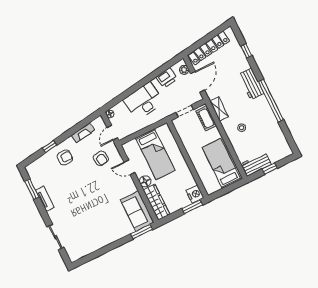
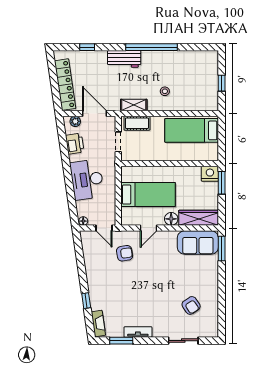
fireplace: (83, 133) -> (98, 323), moved
armchair: (65, 158) -> (191, 305), moved, turned 146
workbench: (256, 164) -> (210, 95), removed

